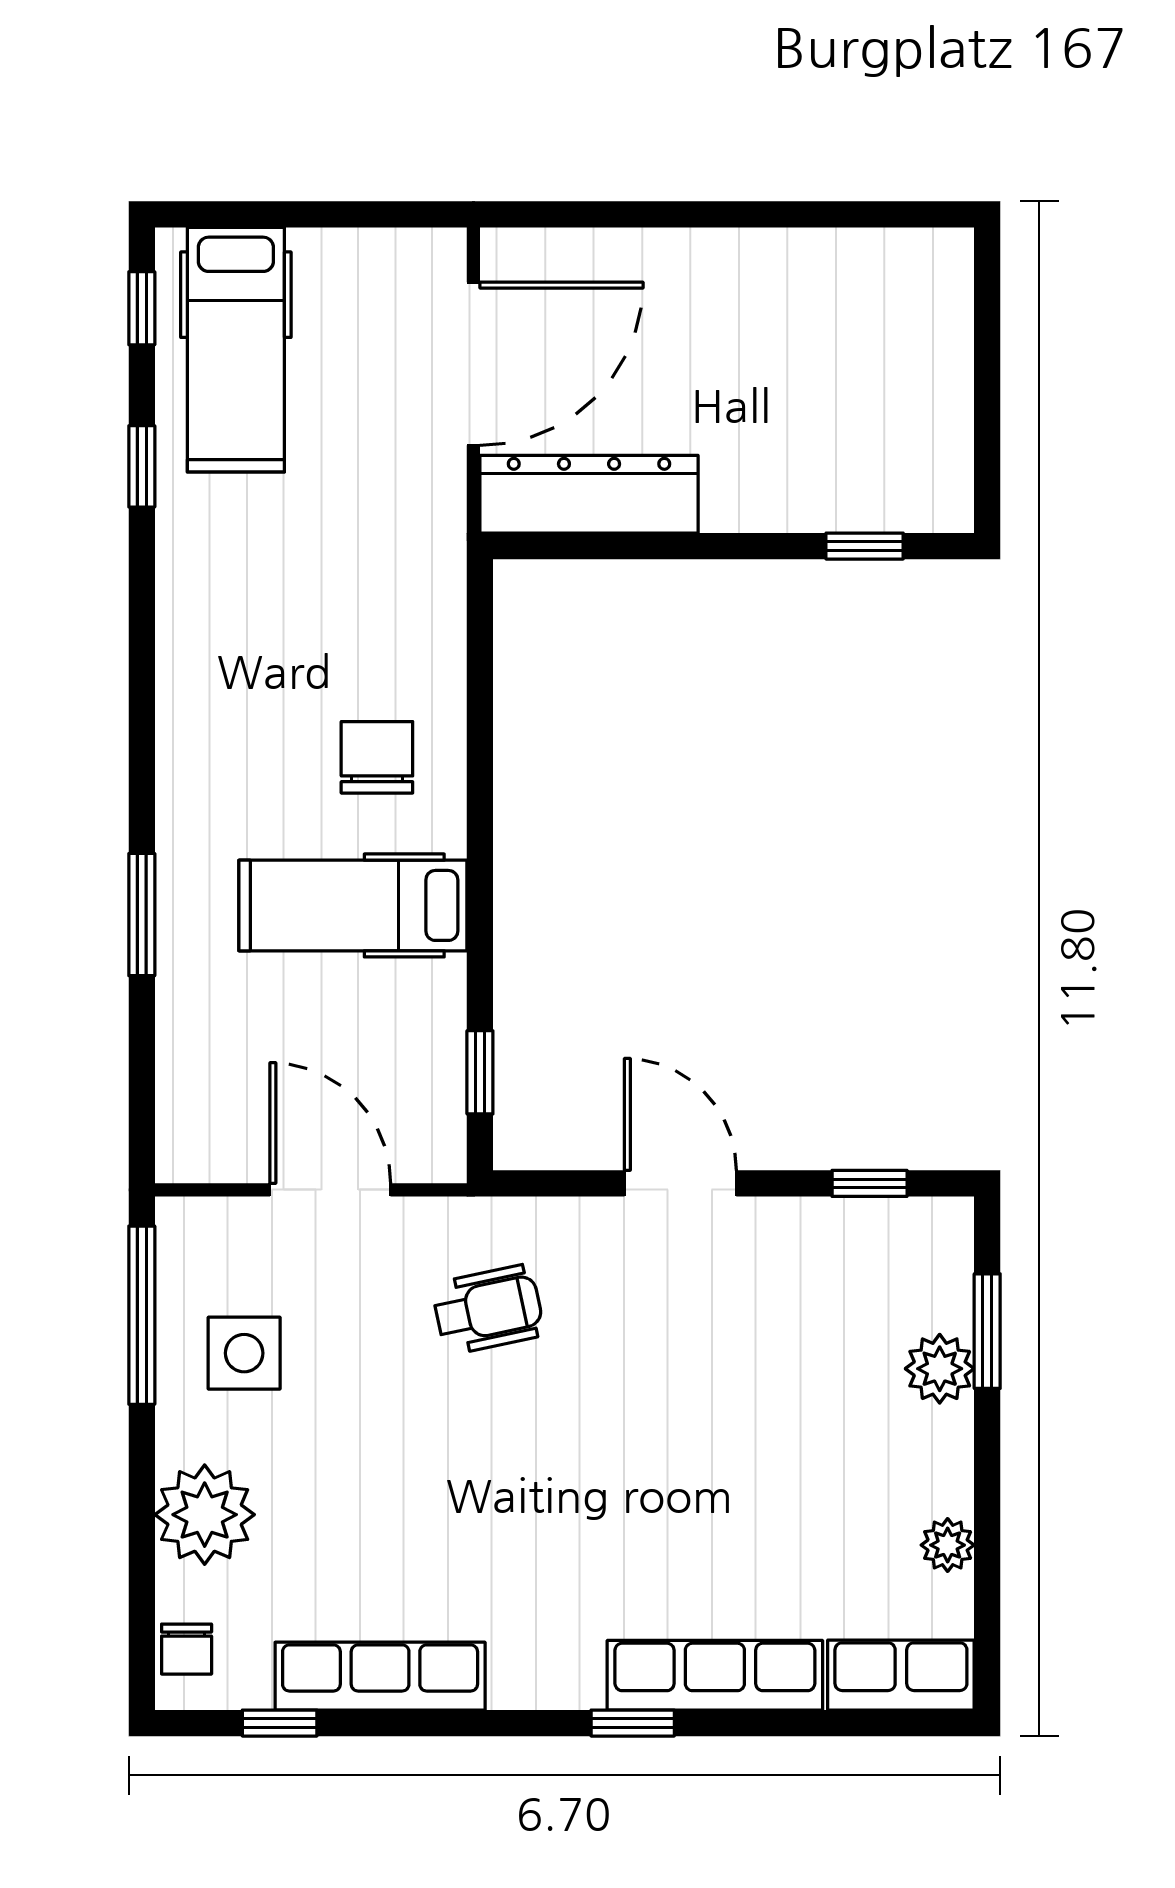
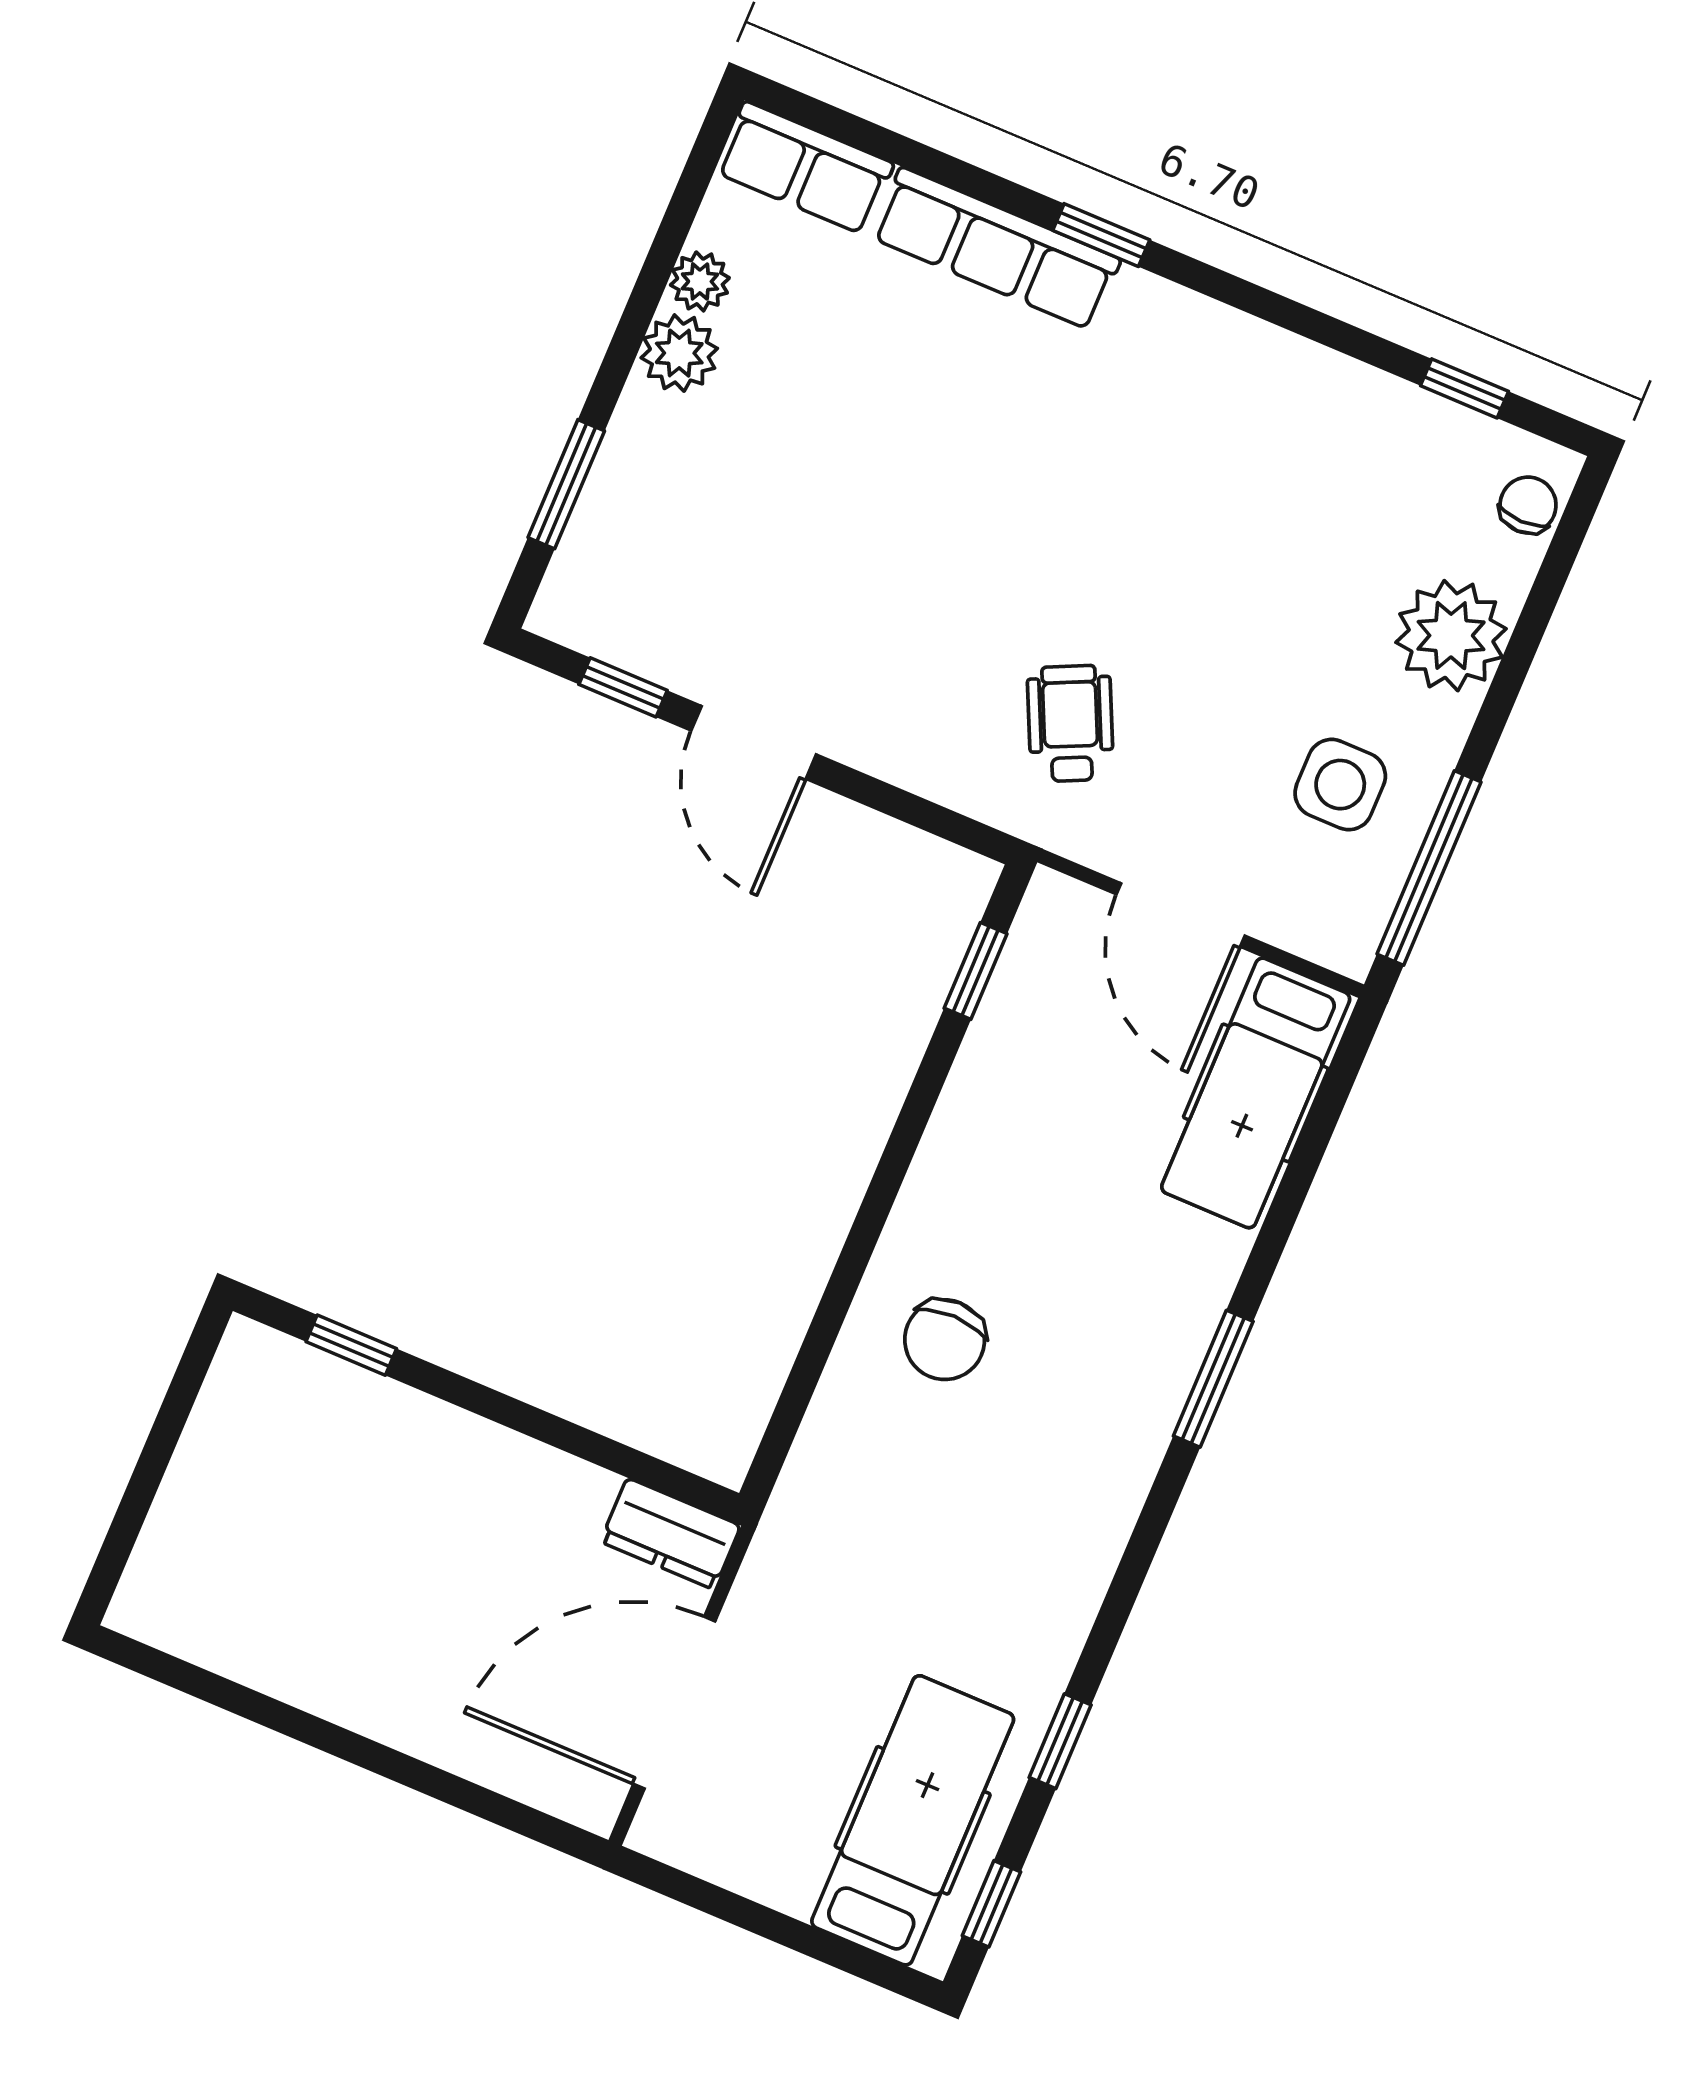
dresser: (589, 494) -> (670, 1534), width x0.51, depth x0.80
hospital bed: (353, 905) -> (1256, 1093), moved, turned 90
window: (142, 915) -> (1213, 1379), moved
door: (680, 1183) -> (754, 743), moved
wheelchair: (488, 1309) -> (1070, 723), turned 77
plant: (940, 1369) -> (679, 353), moved
row of seats: (380, 1676) -> (1341, 393), removed

